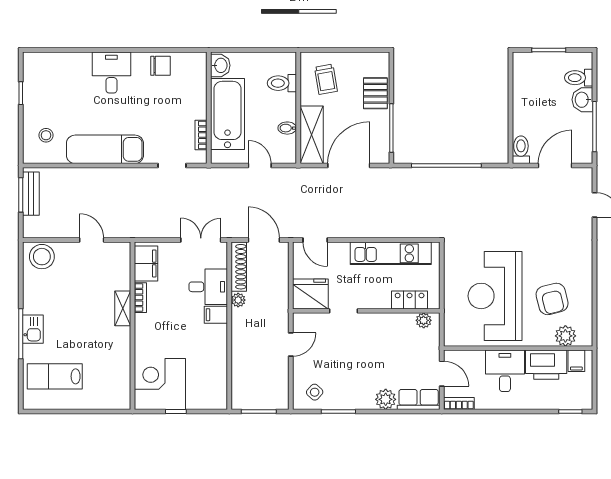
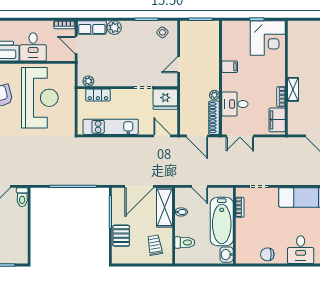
filing cabinet: (216, 315) -> (230, 67), moved

